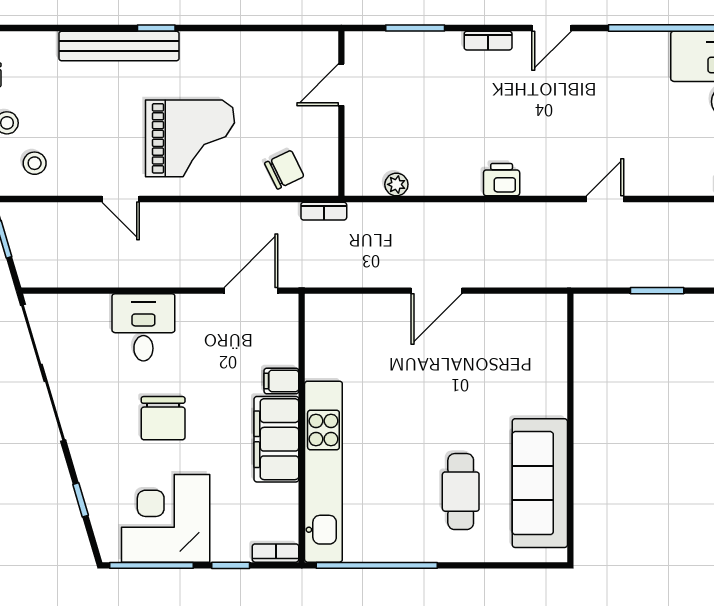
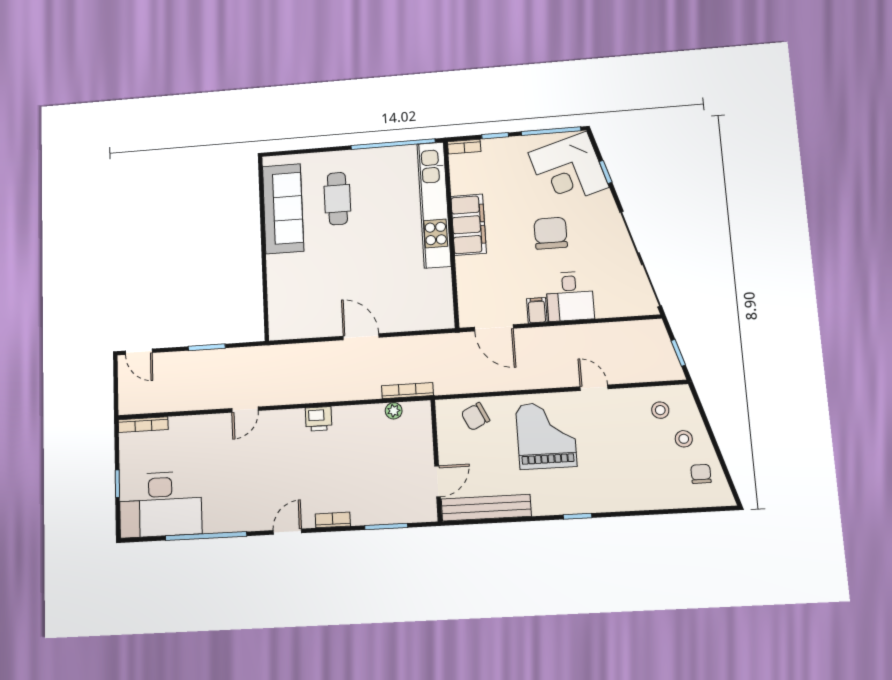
bench: (119, 46) -> (486, 508), moved
grand piano: (190, 138) -> (546, 435), turned 90
bookcase: (324, 211) -> (407, 391), moved, width x1.56
door: (251, 291) -> (494, 328), hinge flipped
door: (437, 291) -> (361, 337), hinge flipped
filing cabinet: (281, 381) -> (537, 310), moved, turned -90
corner desk: (166, 518) -> (568, 170), moved, turned 74

